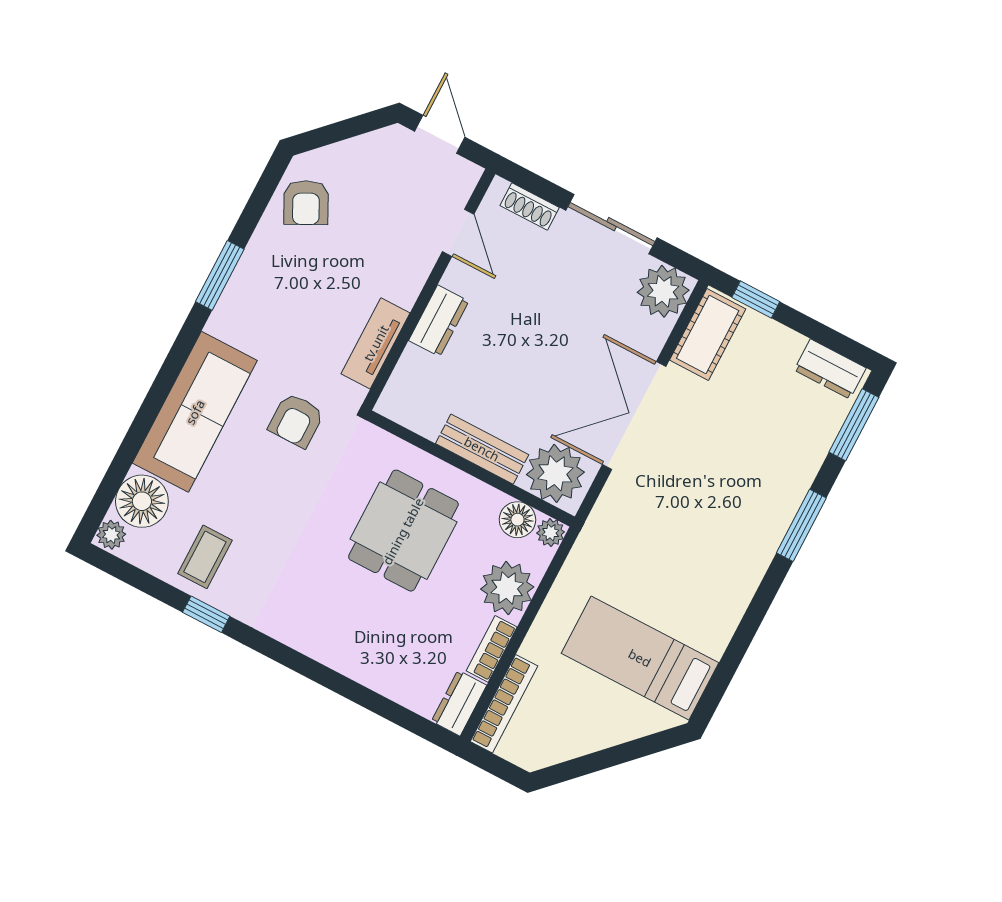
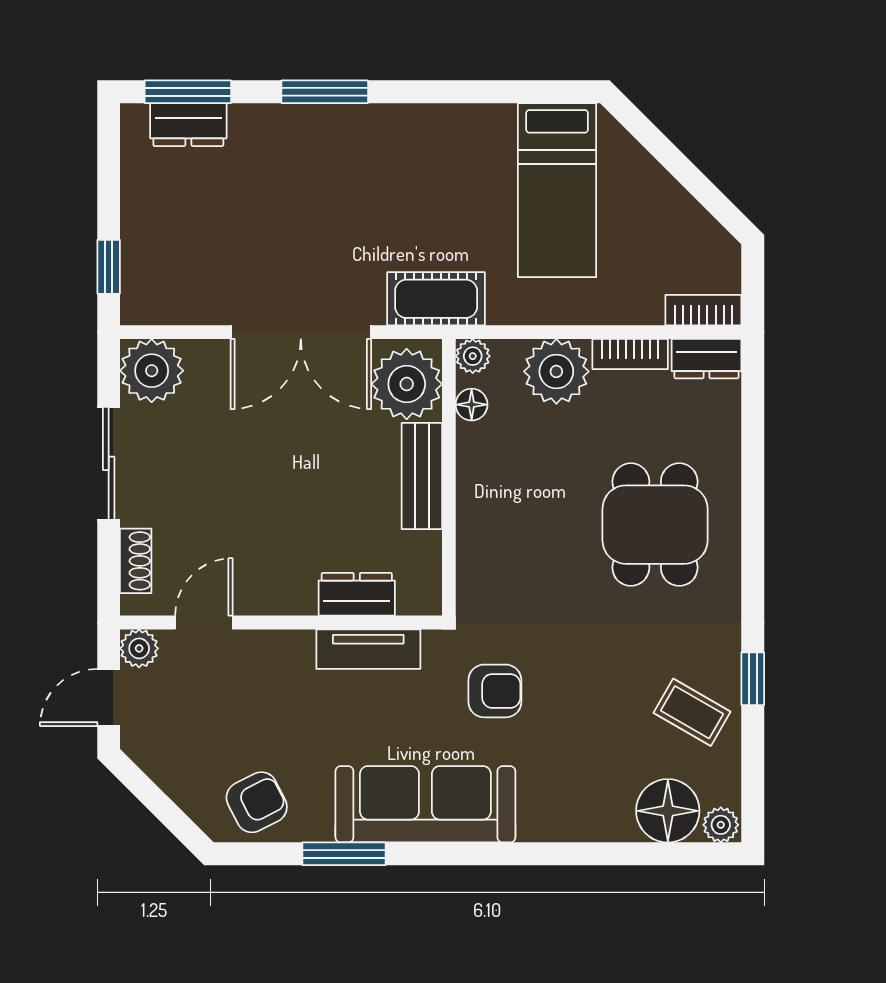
plant: (464, 175) -> (139, 648), added
window: (220, 275) -> (344, 854), moved
dresser: (439, 321) -> (357, 594), moved
cot: (708, 334) -> (436, 299), moved
dresser: (830, 369) -> (188, 125), moved, turned 90
sofa: (195, 412) -> (425, 804), moved
floor lamp: (517, 520) -> (472, 405), width x0.73, depth x0.73
dining table: (403, 531) -> (655, 525), moved, turned 90
coffee table: (205, 557) -> (692, 712), turned 30
bookcase: (504, 704) -> (703, 310), width x0.64

